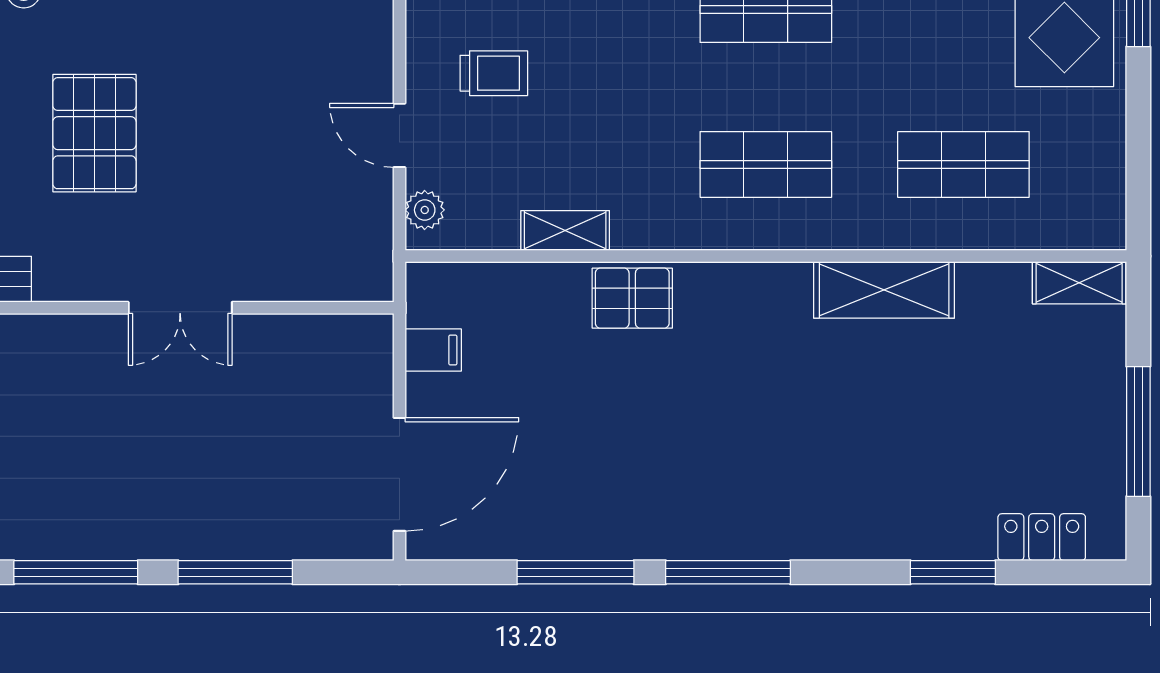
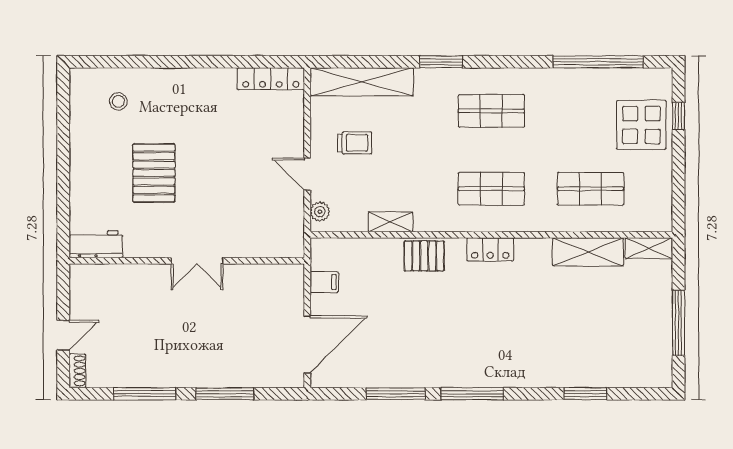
shelving: (884, 290) -> (588, 252), moved
locker: (1042, 537) -> (490, 249), moved, turned 180

